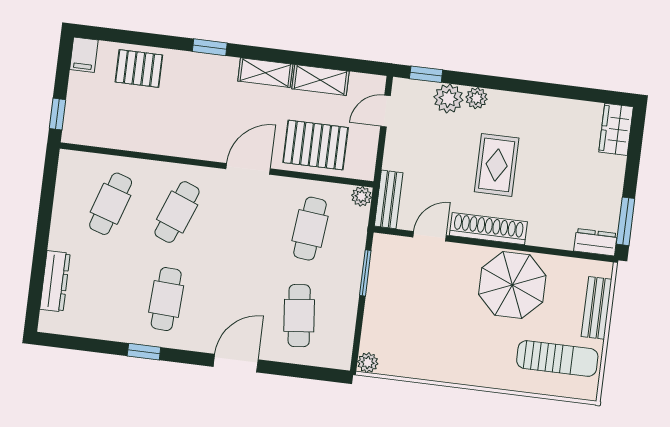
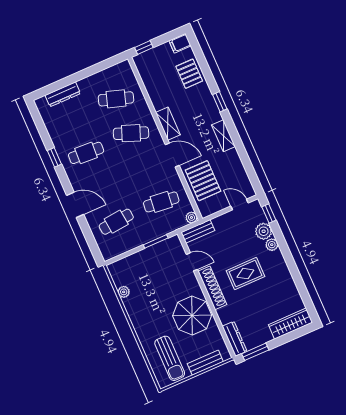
shelving: (320, 80) -> (168, 124), moved
wardrobe: (616, 129) -> (290, 324), width x1.50
dresser: (595, 242) -> (235, 339), width x1.44
plant: (368, 363) -> (124, 292), moved

